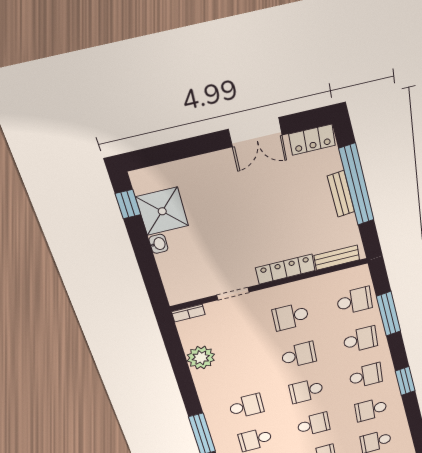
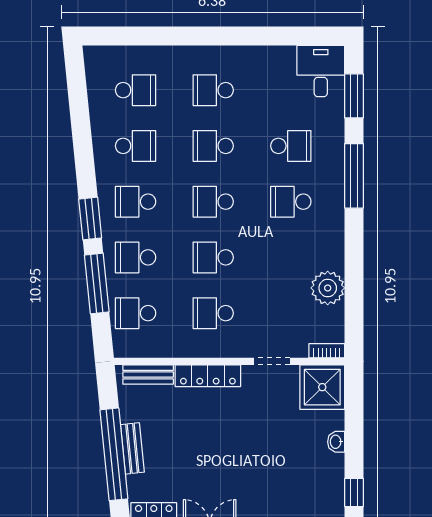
shower: (162, 211) -> (322, 387), moved
school desk: (291, 317) -> (213, 313), turned 180
window: (405, 381) -> (90, 218), moved
school desk: (306, 391) -> (213, 202), turned 180

